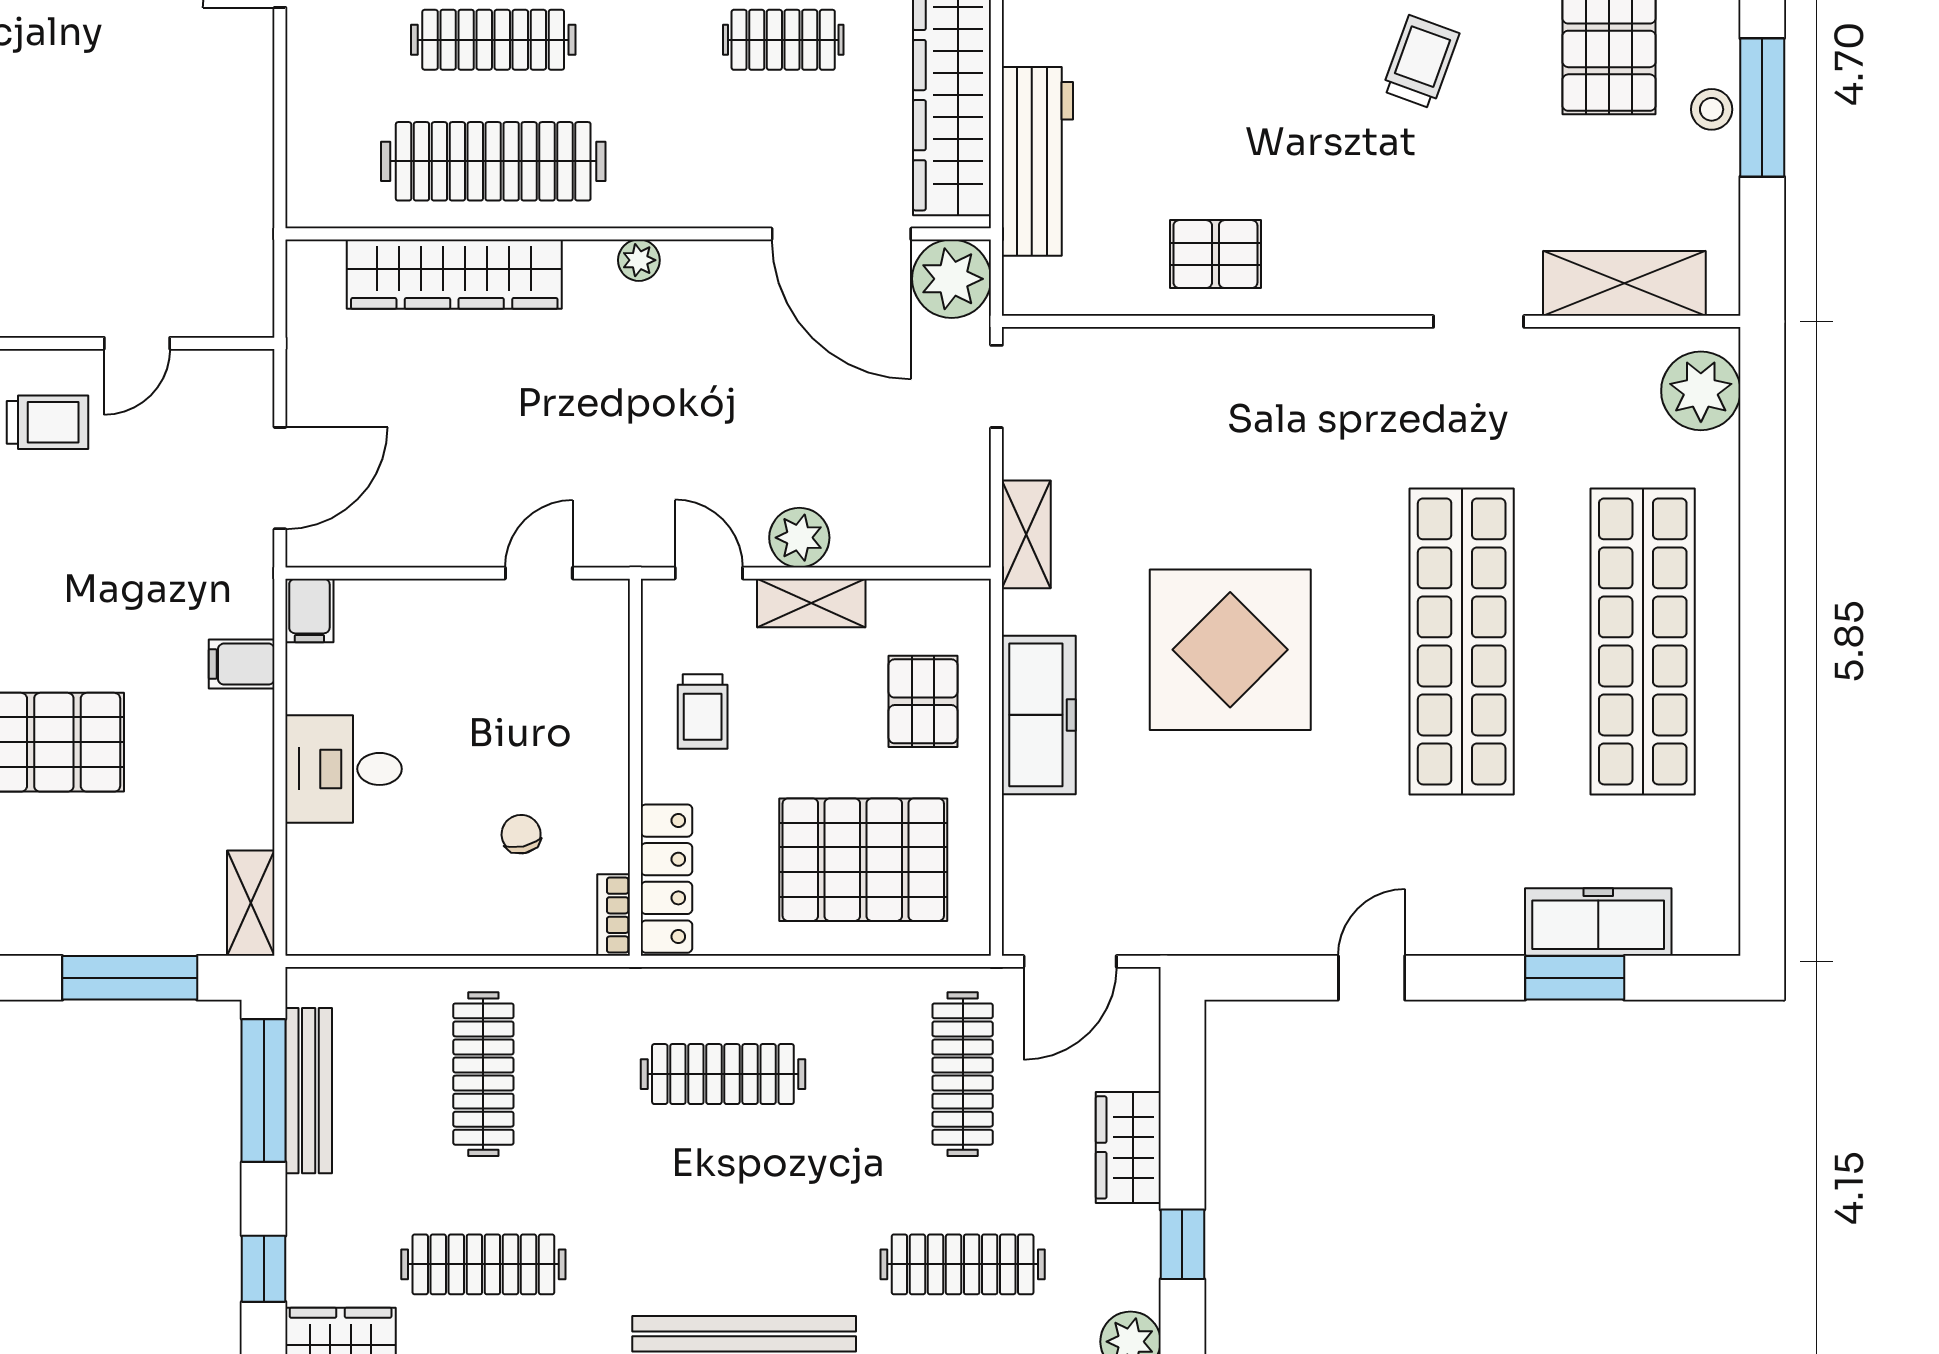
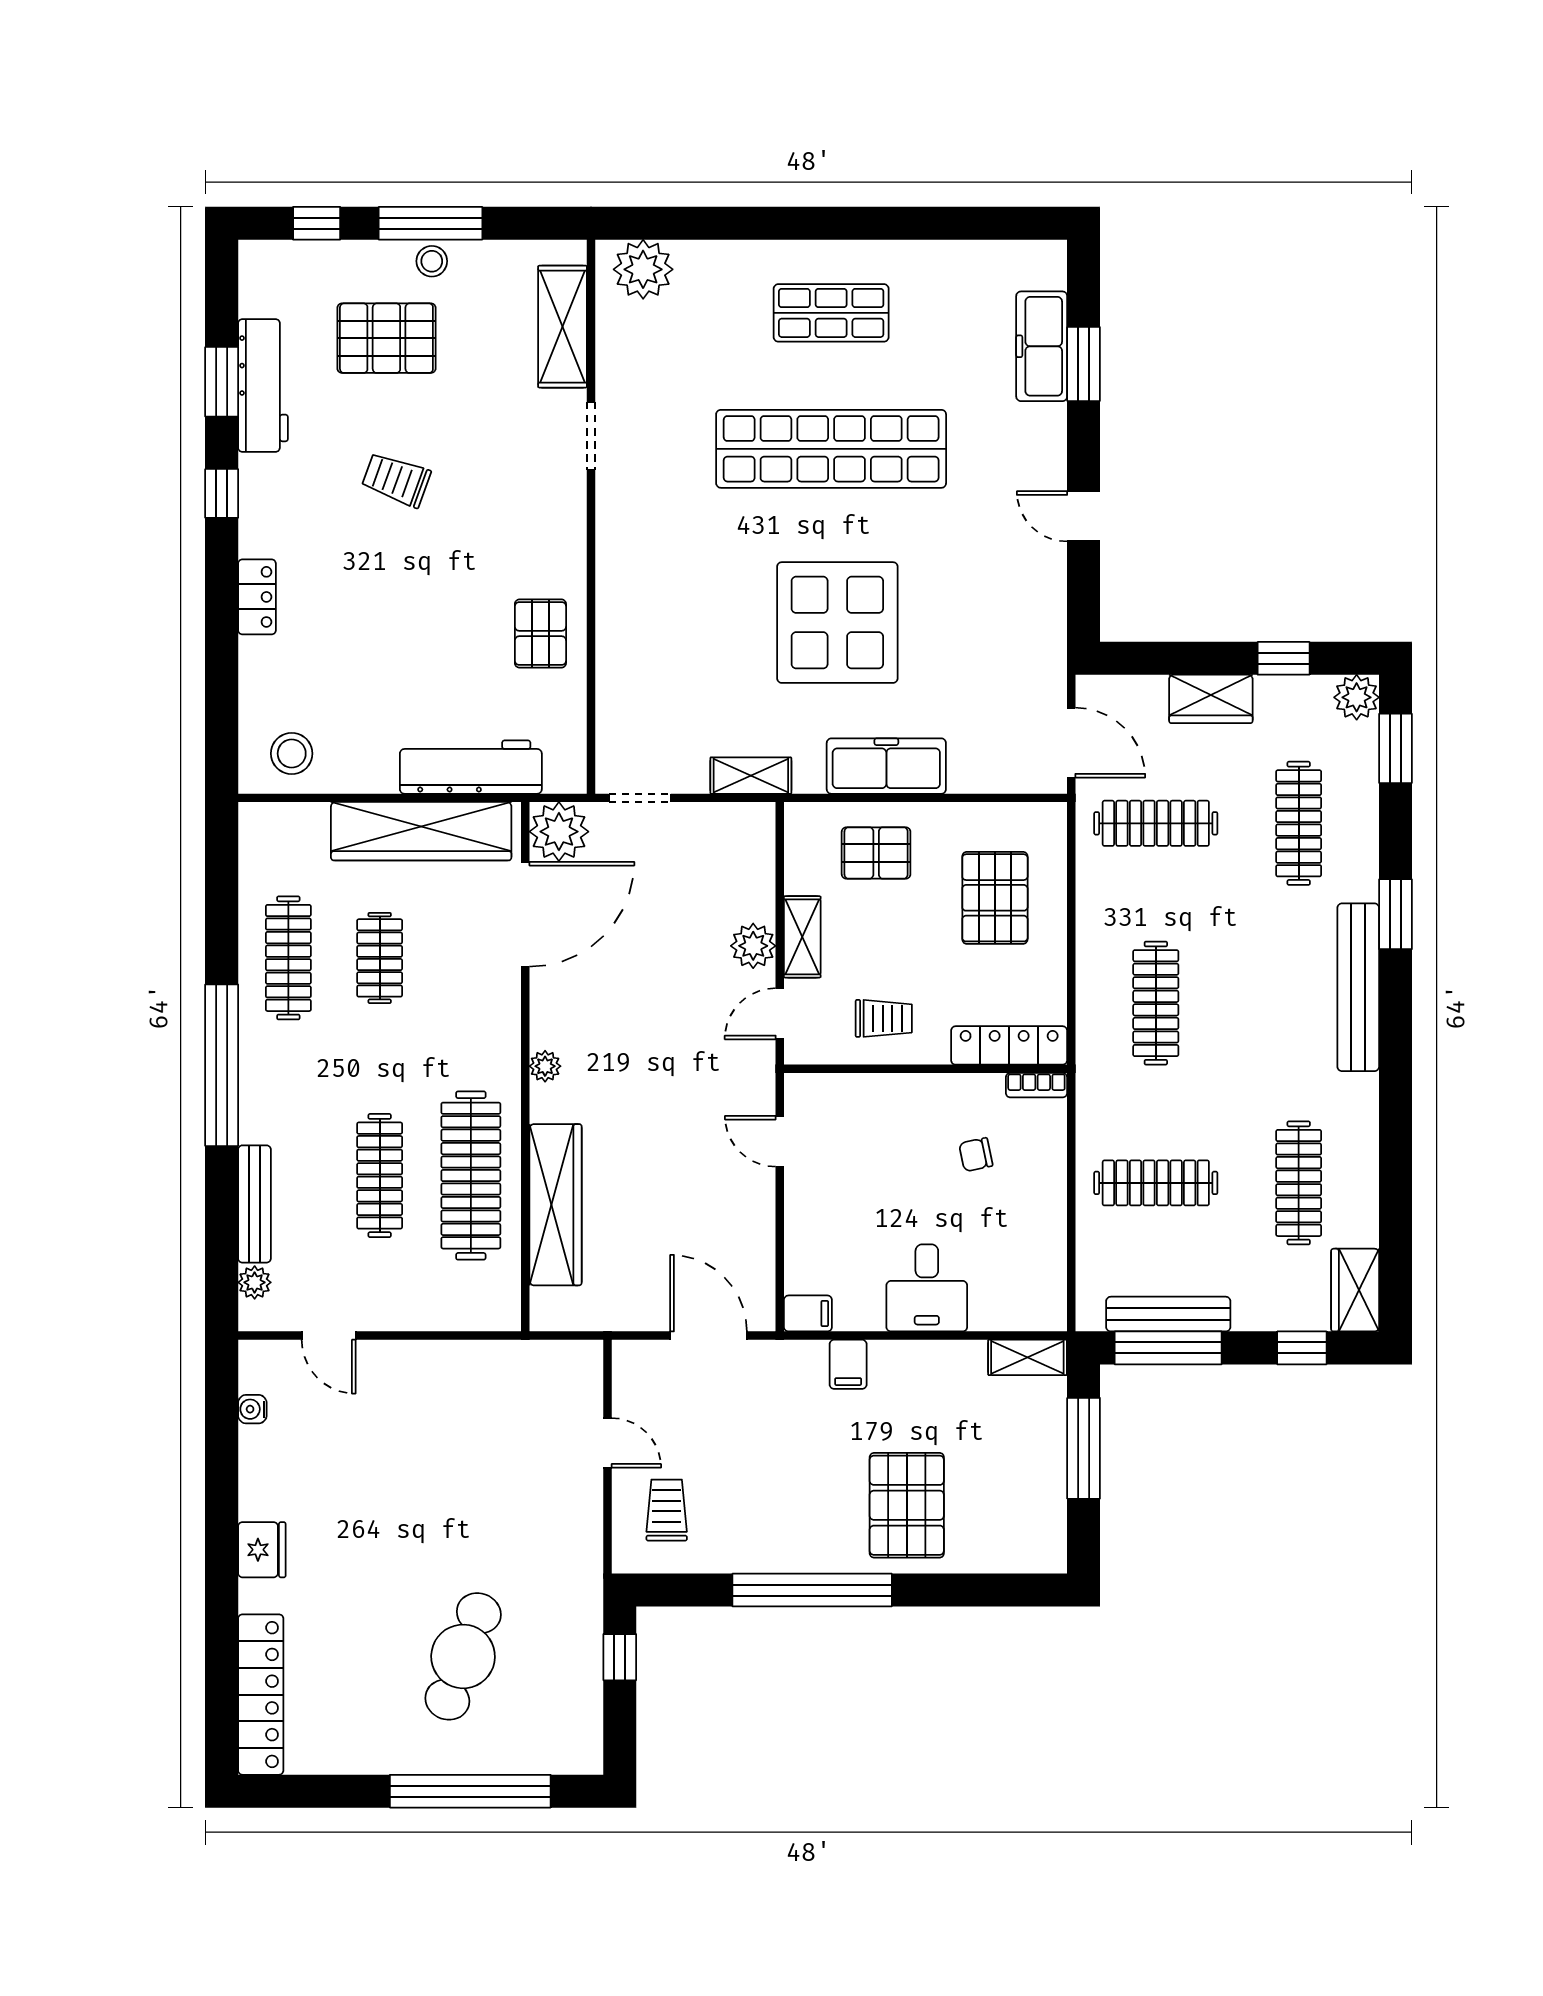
shop shelf: (1643, 641) -> (831, 313), width x0.50, depth x0.74
pallet: (863, 860) -> (995, 898), width x0.73, depth x0.71

